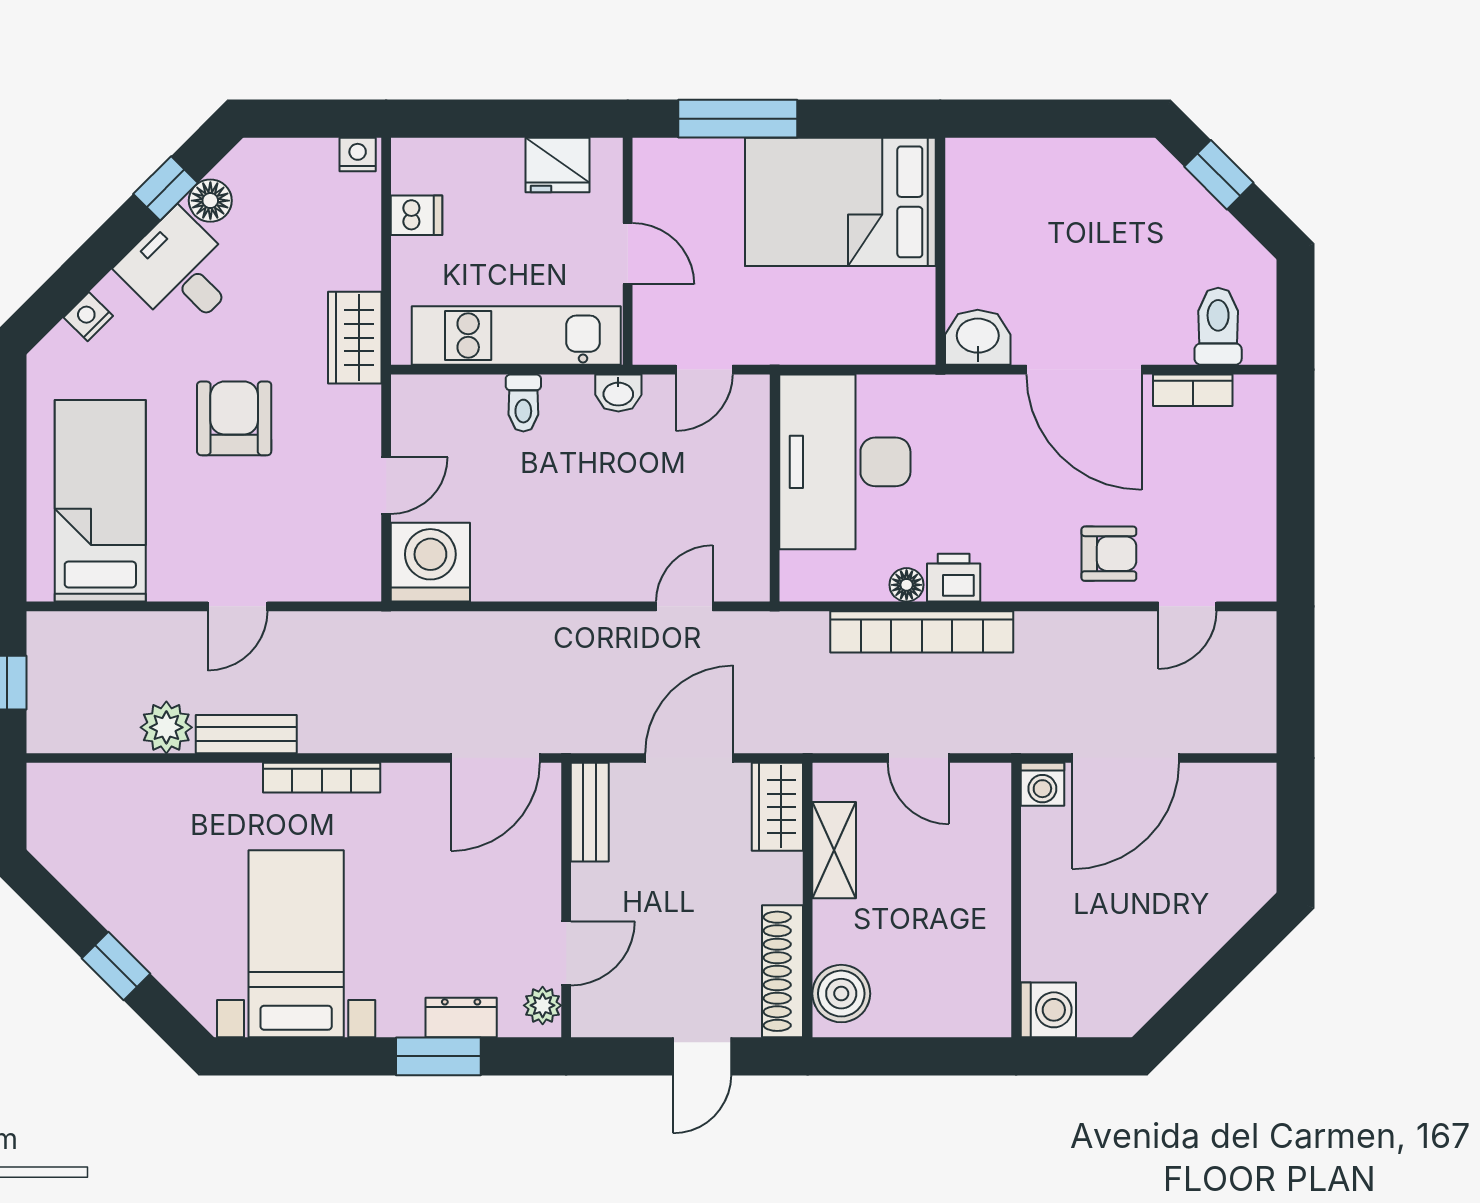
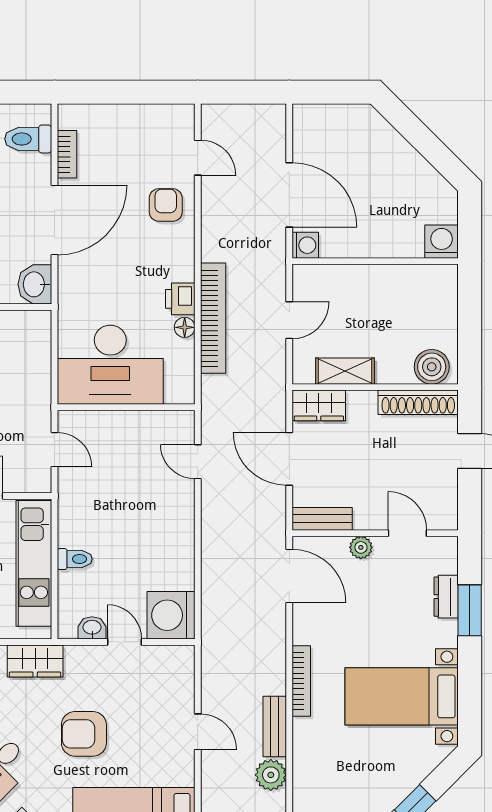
washbasin: (618, 393) -> (92, 628), moved, turned -90
plant: (543, 1005) -> (361, 547), moved

